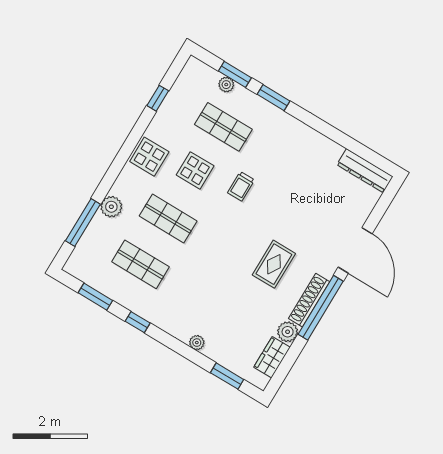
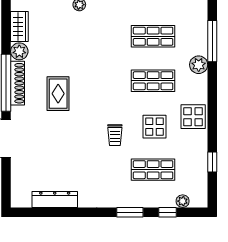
window: (235, 74) -> (167, 212), width x0.67
plant: (226, 85) -> (183, 201), moved
dresser: (365, 171) -> (55, 199), moved
trolley: (241, 186) -> (115, 135), turned 180

